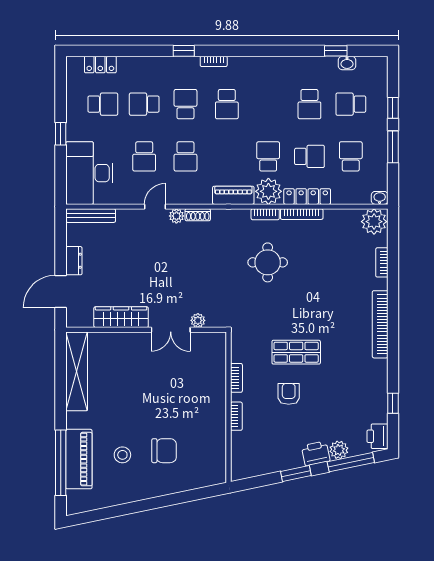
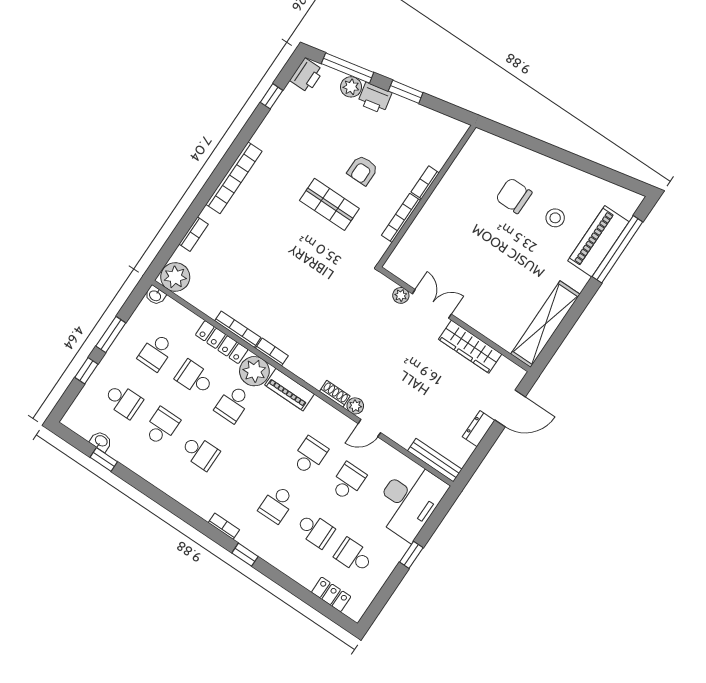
school desk: (227, 104) -> (200, 452), moved, turned 90
round table: (268, 262) -> (300, 306), removed
bookcase: (236, 378) -> (401, 218), width x1.56

